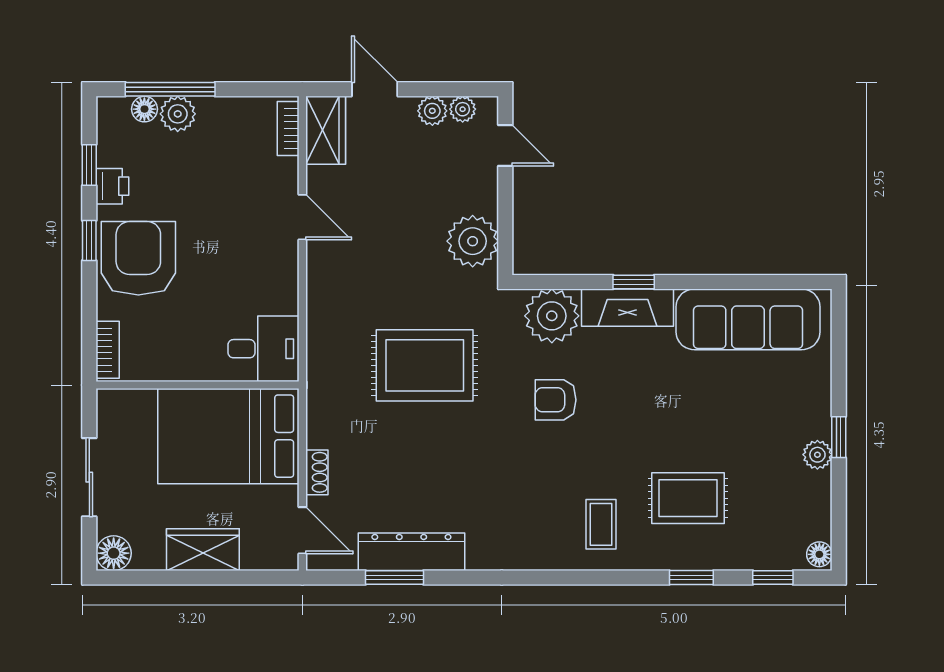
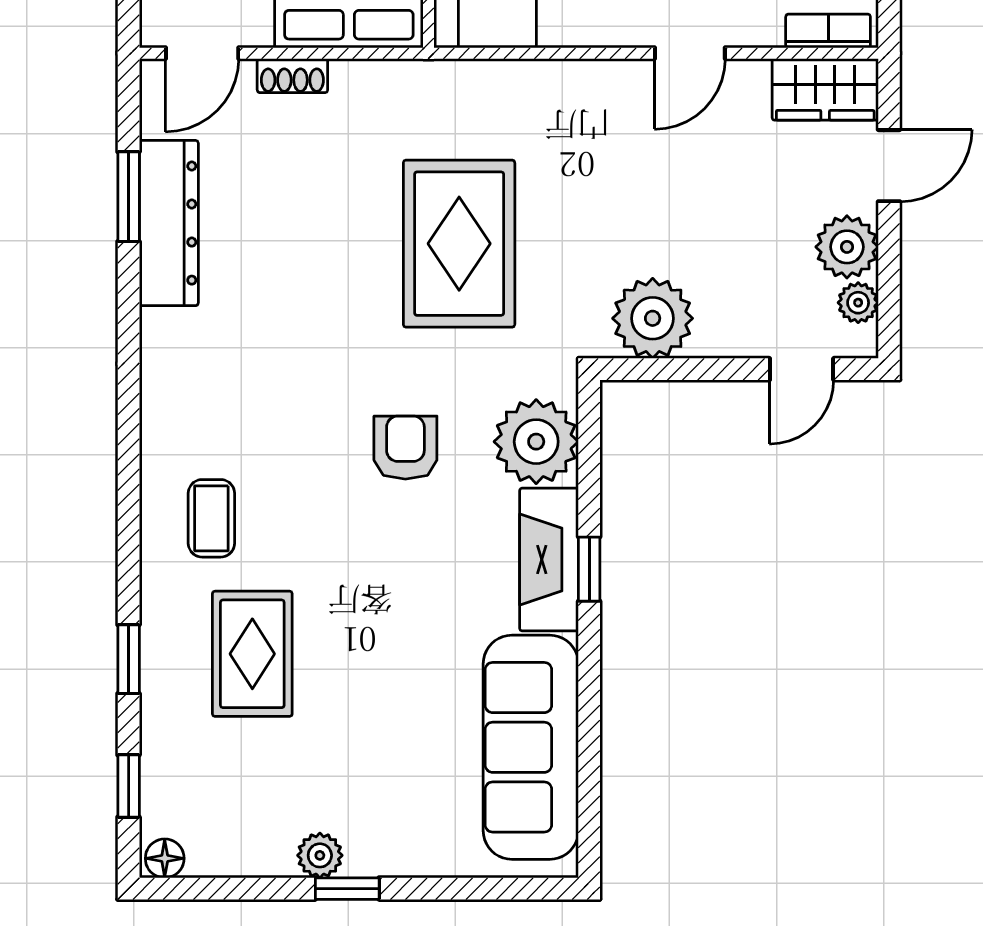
plant: (432, 111) -> (847, 247), width x1.38, depth x1.38
coffee table: (601, 524) -> (211, 518), turned 90

